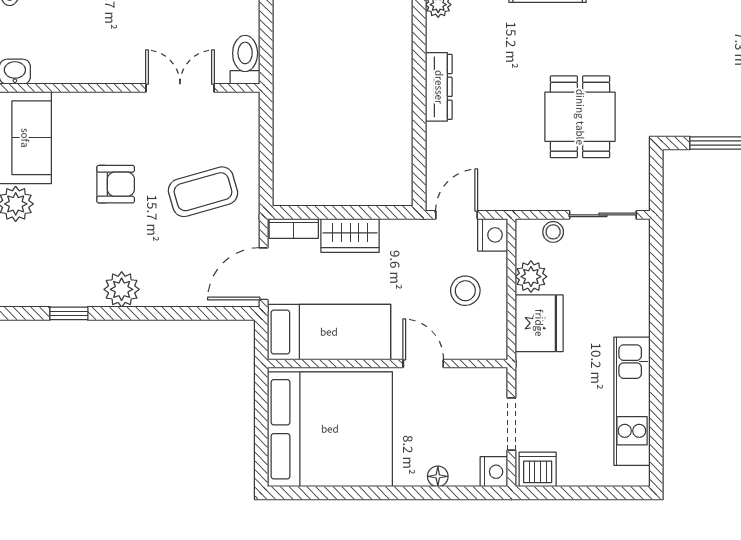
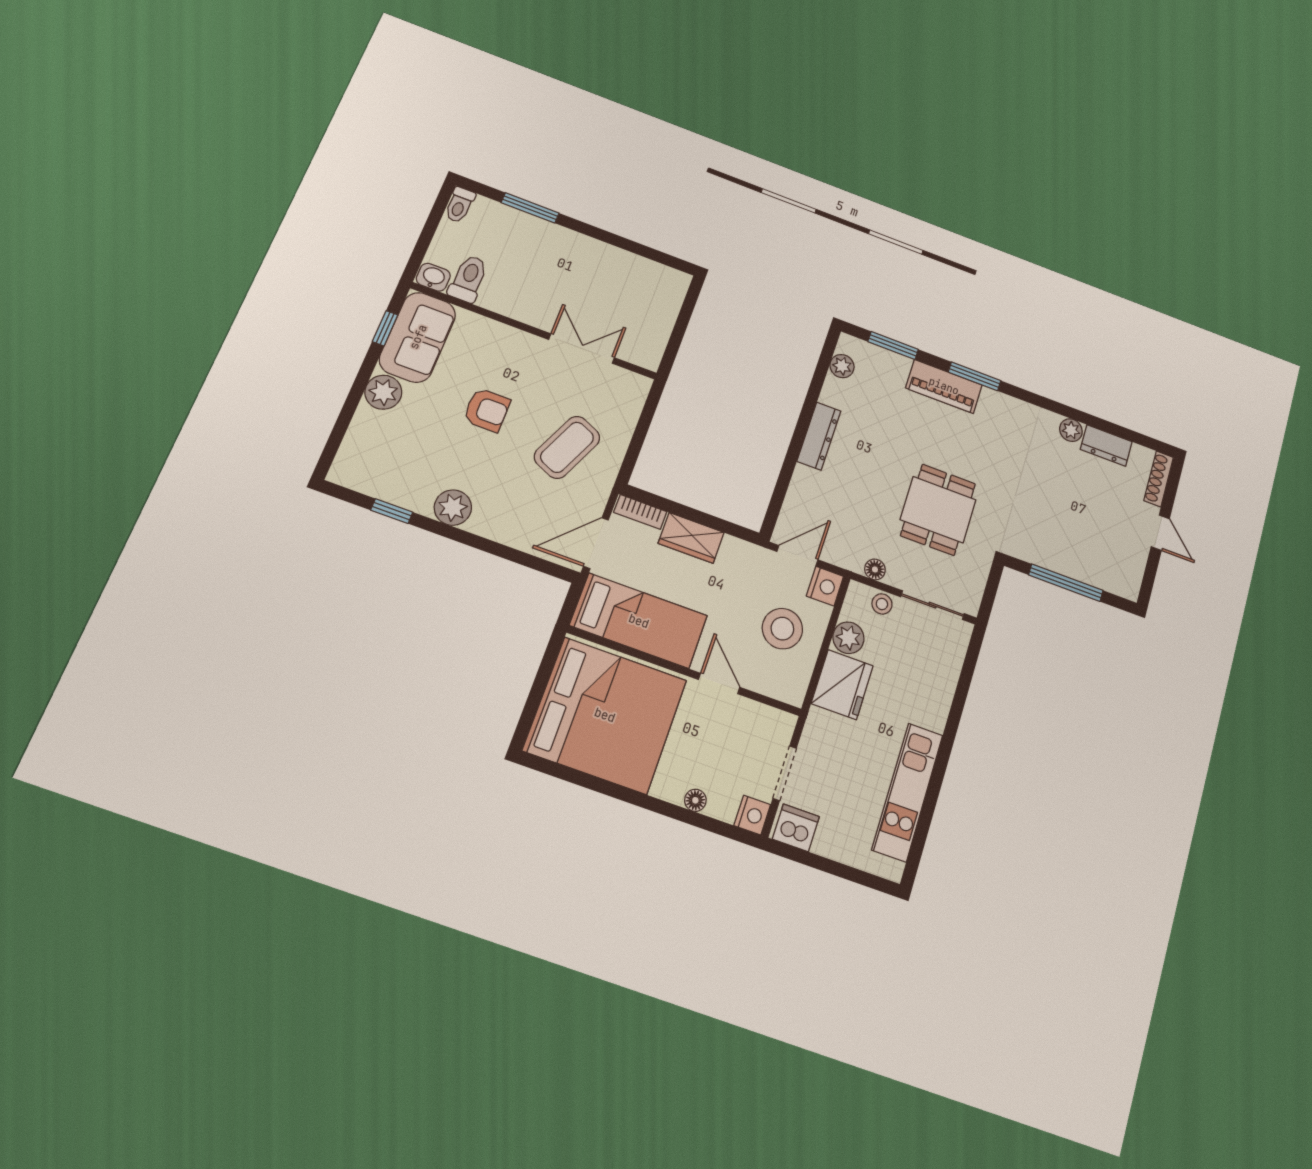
toilet: (245, 60) -> (468, 279), moved
coffee table: (203, 192) -> (567, 447), turned -50
floor lamp: (536, 200) -> (875, 569), added
stool: (465, 291) -> (782, 629), width x1.38, depth x1.38

